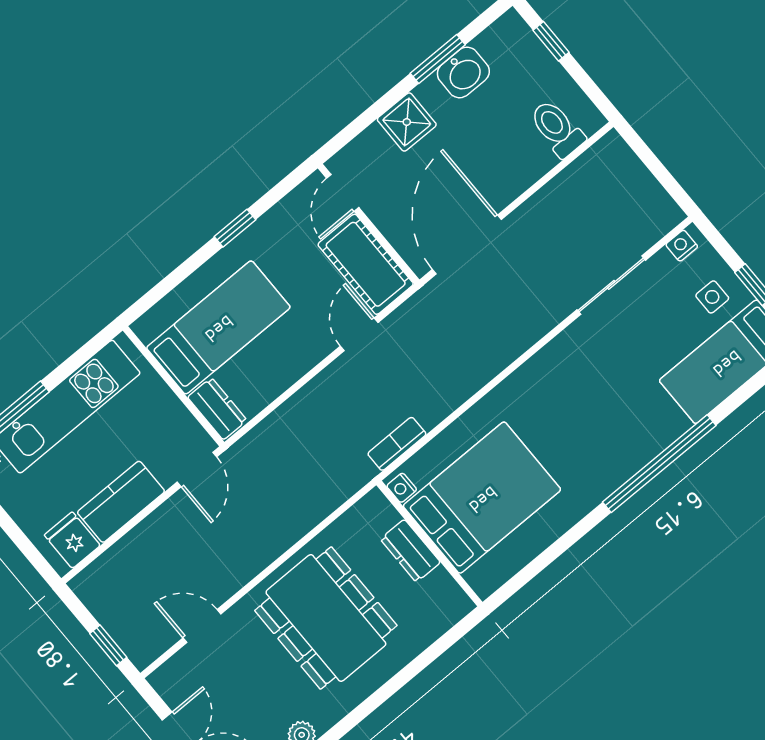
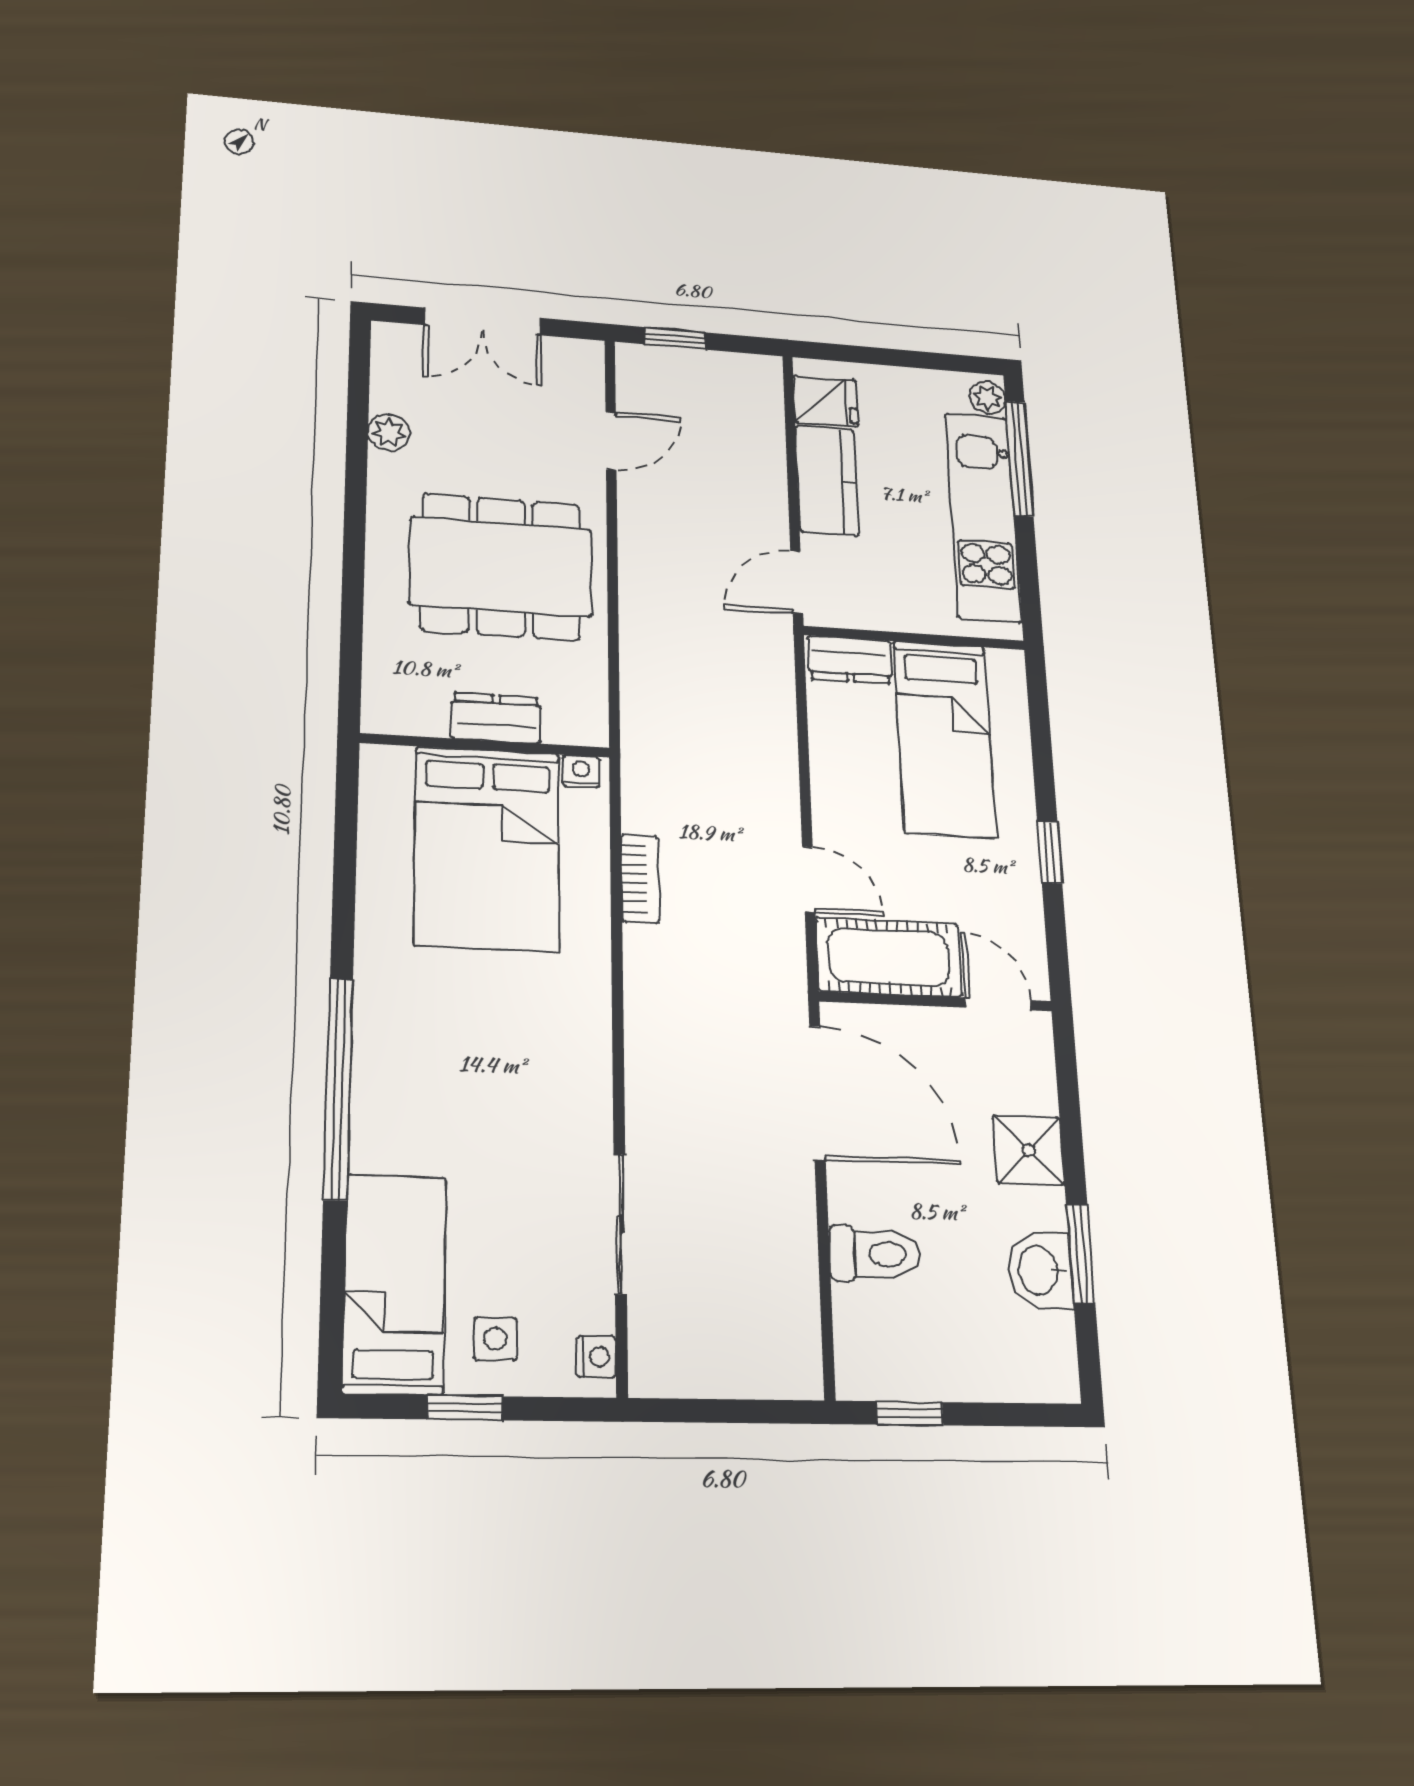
window: (551, 41) -> (910, 1413), moved
toilet: (557, 128) -> (875, 1254), moved
bookcase: (397, 444) -> (640, 879), moved
door: (197, 469) -> (797, 582), hinge flipped

